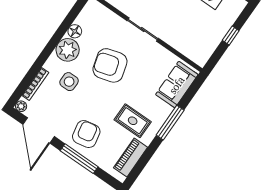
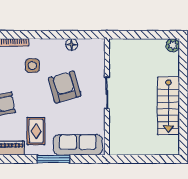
window: (231, 36) -> (147, 159), removed
plant: (68, 50) -> (55, 49), removed
sofa: (177, 85) -> (78, 145), width x1.36

